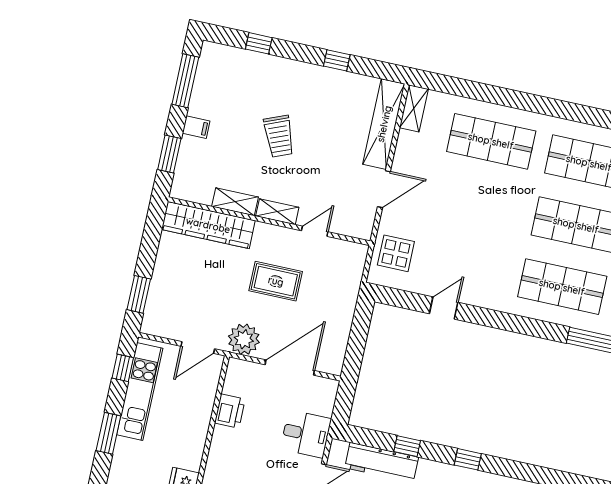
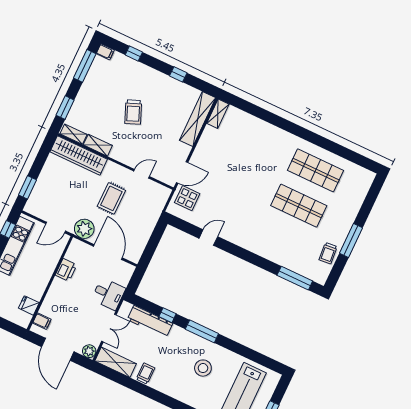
filing cabinet: (196, 127) -> (105, 52), moved
shop shelf: (491, 141) -> (260, 144), removed
door: (384, 189) -> (182, 172), moved
shelving: (277, 212) -> (73, 134), moved
rug: (276, 281) -> (111, 198), turned 90
shop shelf: (562, 287) -> (282, 241), removed
door: (290, 368) -> (108, 252), hinge flipped
window: (468, 459) -> (202, 331), width x2.17

